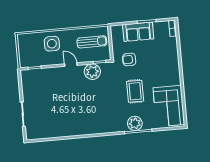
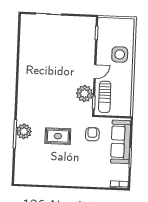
sofa: (138, 32) -> (121, 142), width x1.36
sun lounger: (92, 42) -> (105, 97), moved
corner sofa: (169, 106) -> (37, 170), removed

